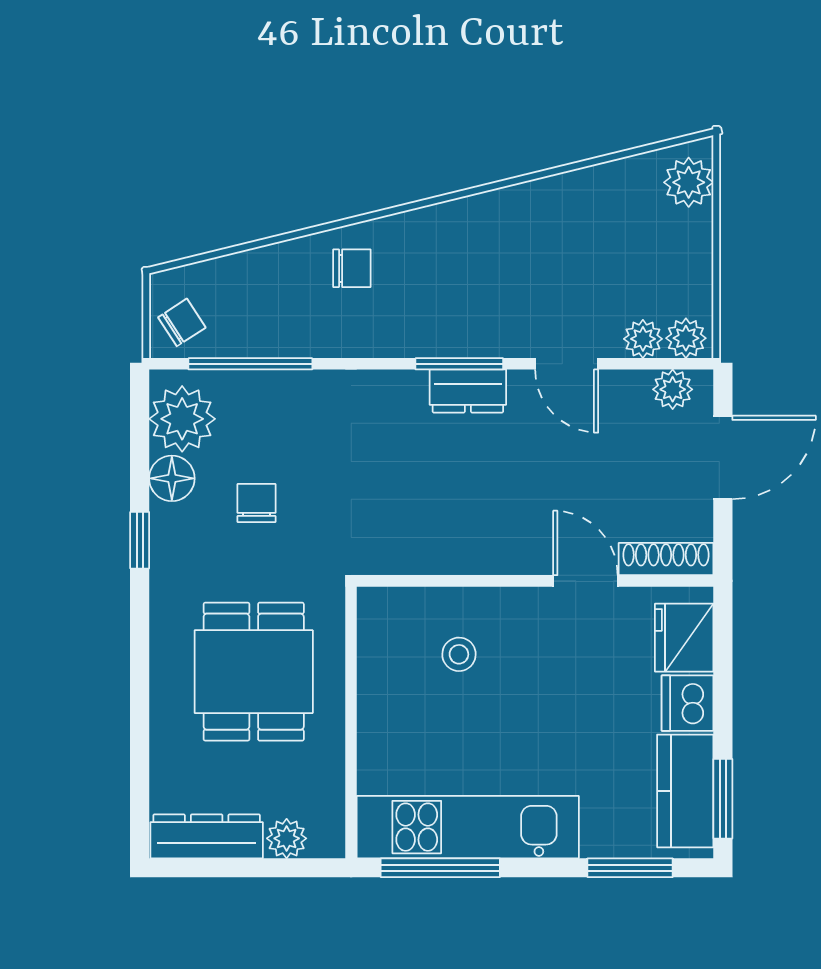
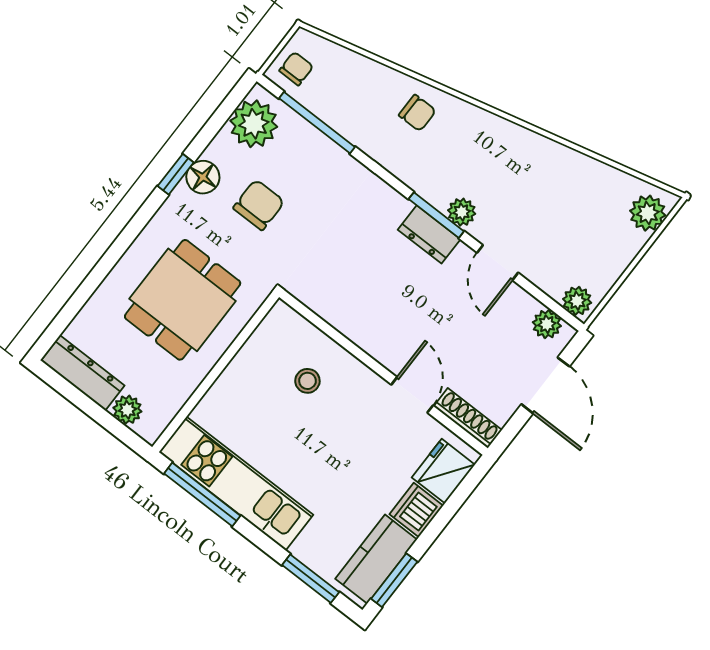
chair: (182, 322) -> (296, 69), turned -57
plant: (643, 339) -> (462, 212), moved
door: (723, 457) -> (545, 385), hinge flipped
floor lamp: (172, 478) -> (203, 177), moved
chair: (256, 503) -> (259, 205), width x1.37, depth x1.37

